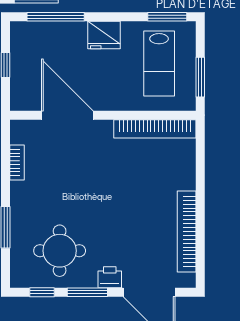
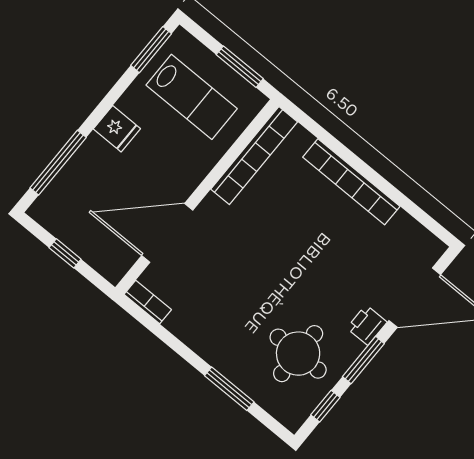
fridge: (104, 35) -> (117, 129), width x0.72
bookcase: (17, 163) -> (148, 302), moved
bookcase: (187, 231) -> (351, 182), moved

